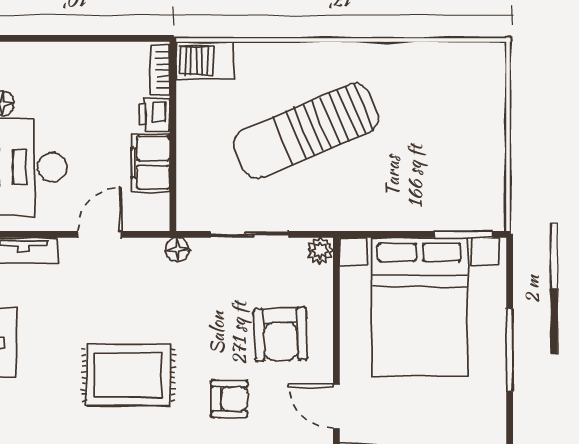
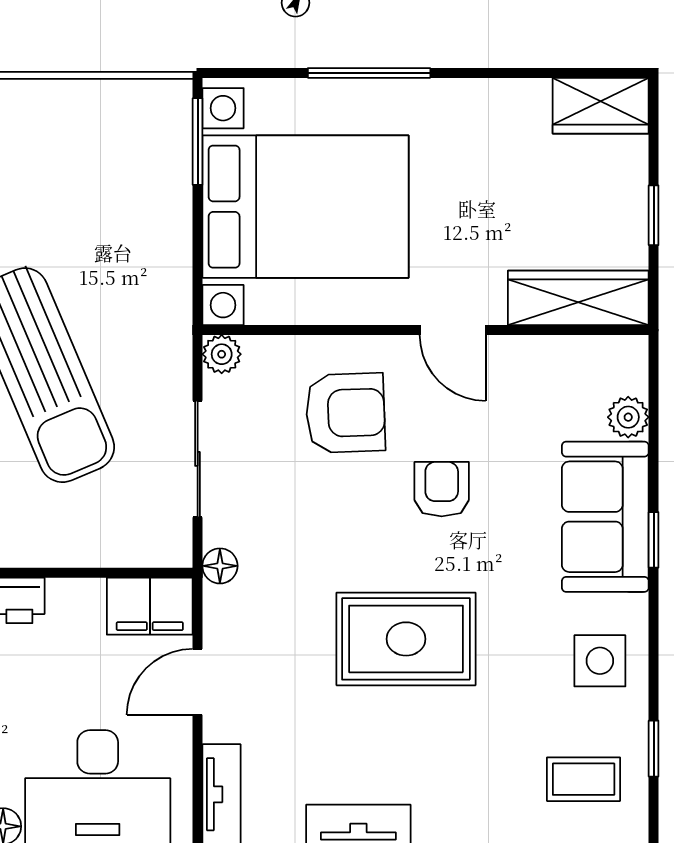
filing cabinet: (150, 163) -> (150, 606), moved
door: (99, 234) -> (198, 682), hinge flipped
rug: (128, 375) -> (406, 639), turned 90
door: (336, 406) -> (453, 330), hinge flipped

